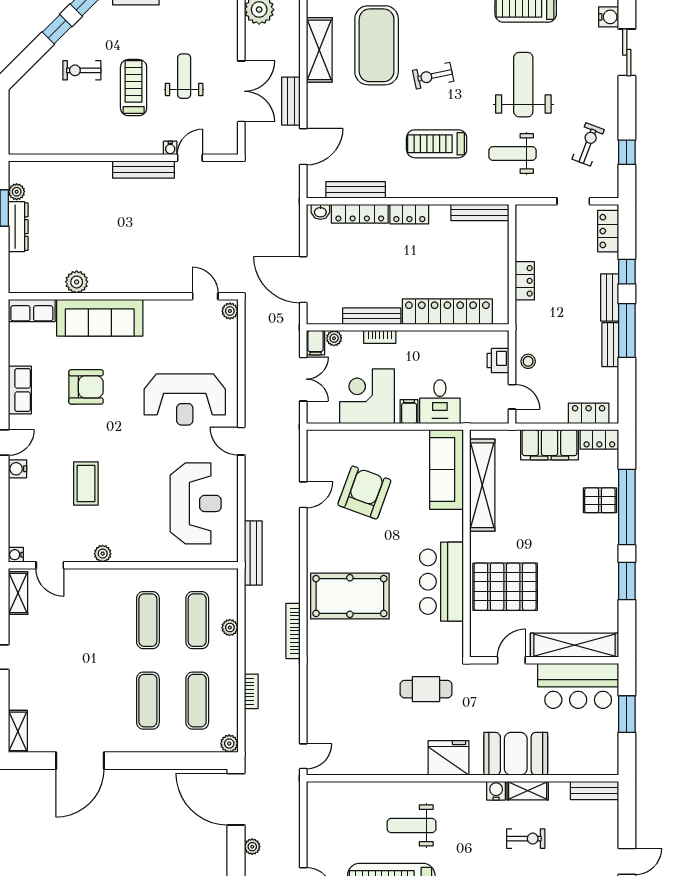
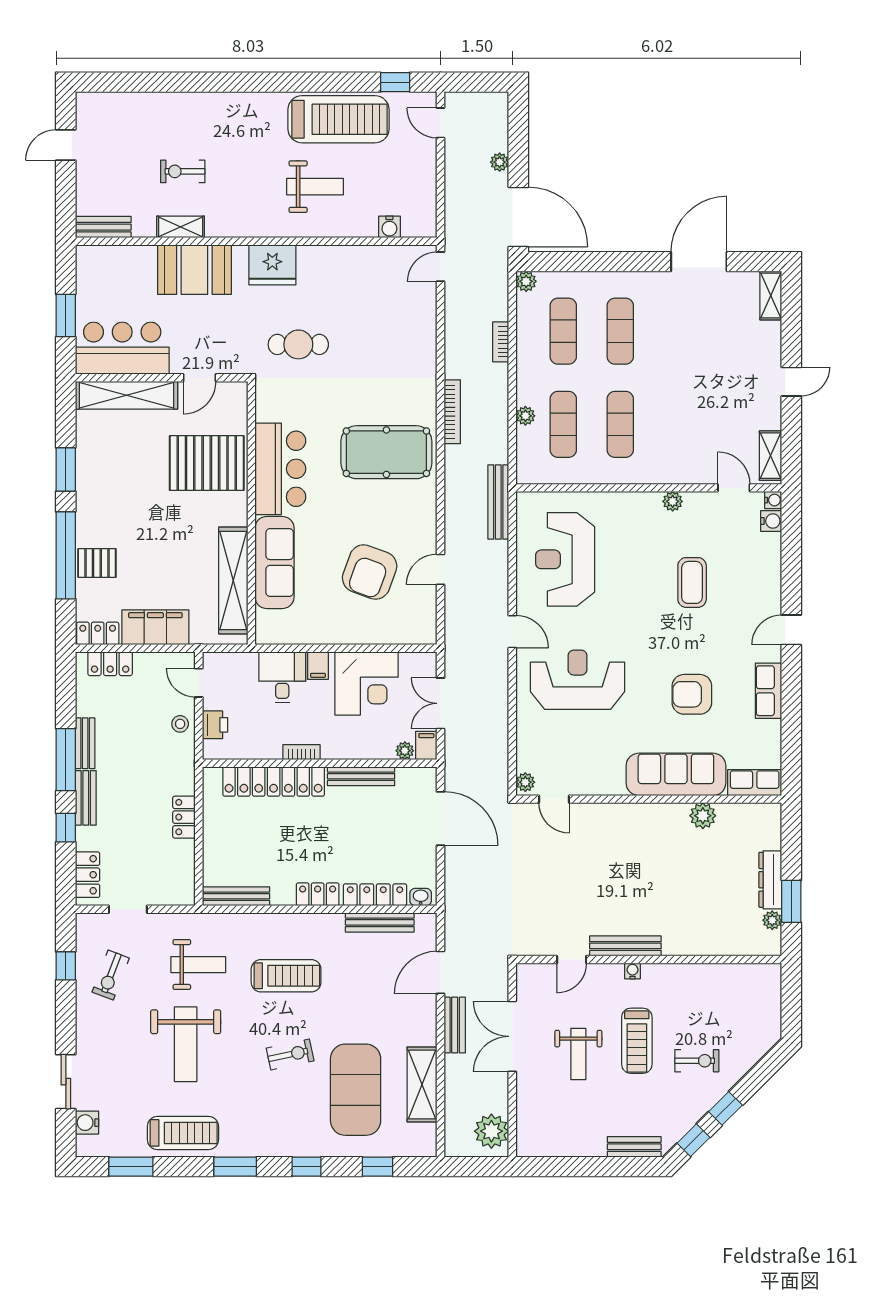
water cooler: (170, 148) -> (632, 971), moved
bookcase: (380, 337) -> (301, 752), moved
water cooler: (18, 469) -> (771, 521), moved
sofa: (447, 470) -> (275, 562), moved
water cooler: (496, 791) -> (389, 227), moved

